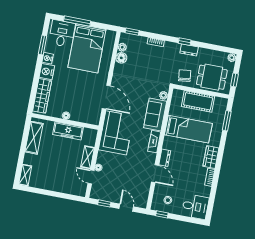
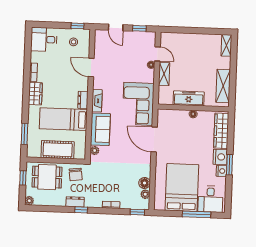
window: (43, 45) -> (229, 165), moved
dresser: (165, 158) -> (83, 100), moved

